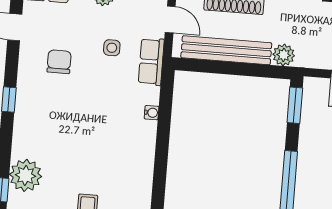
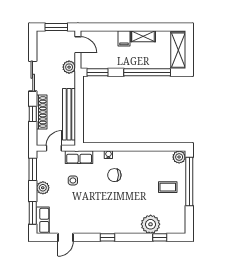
plant: (284, 55) -> (69, 67), moved
chair: (59, 62) -> (114, 175), moved

